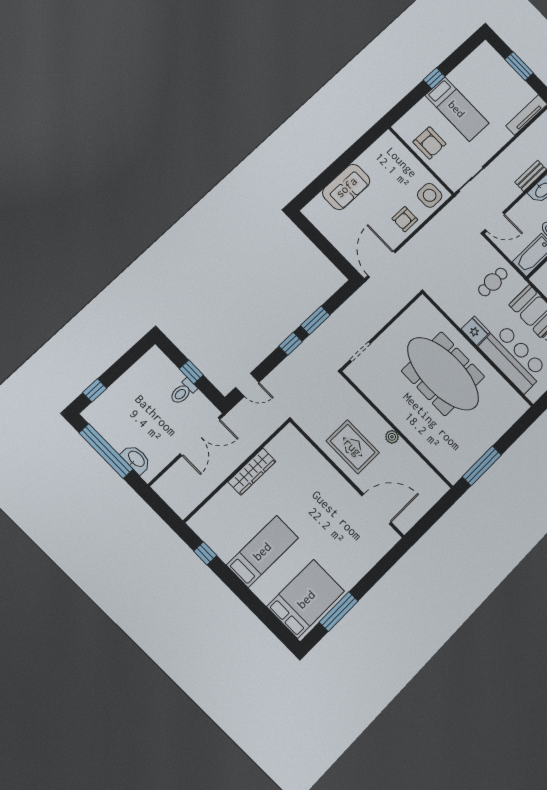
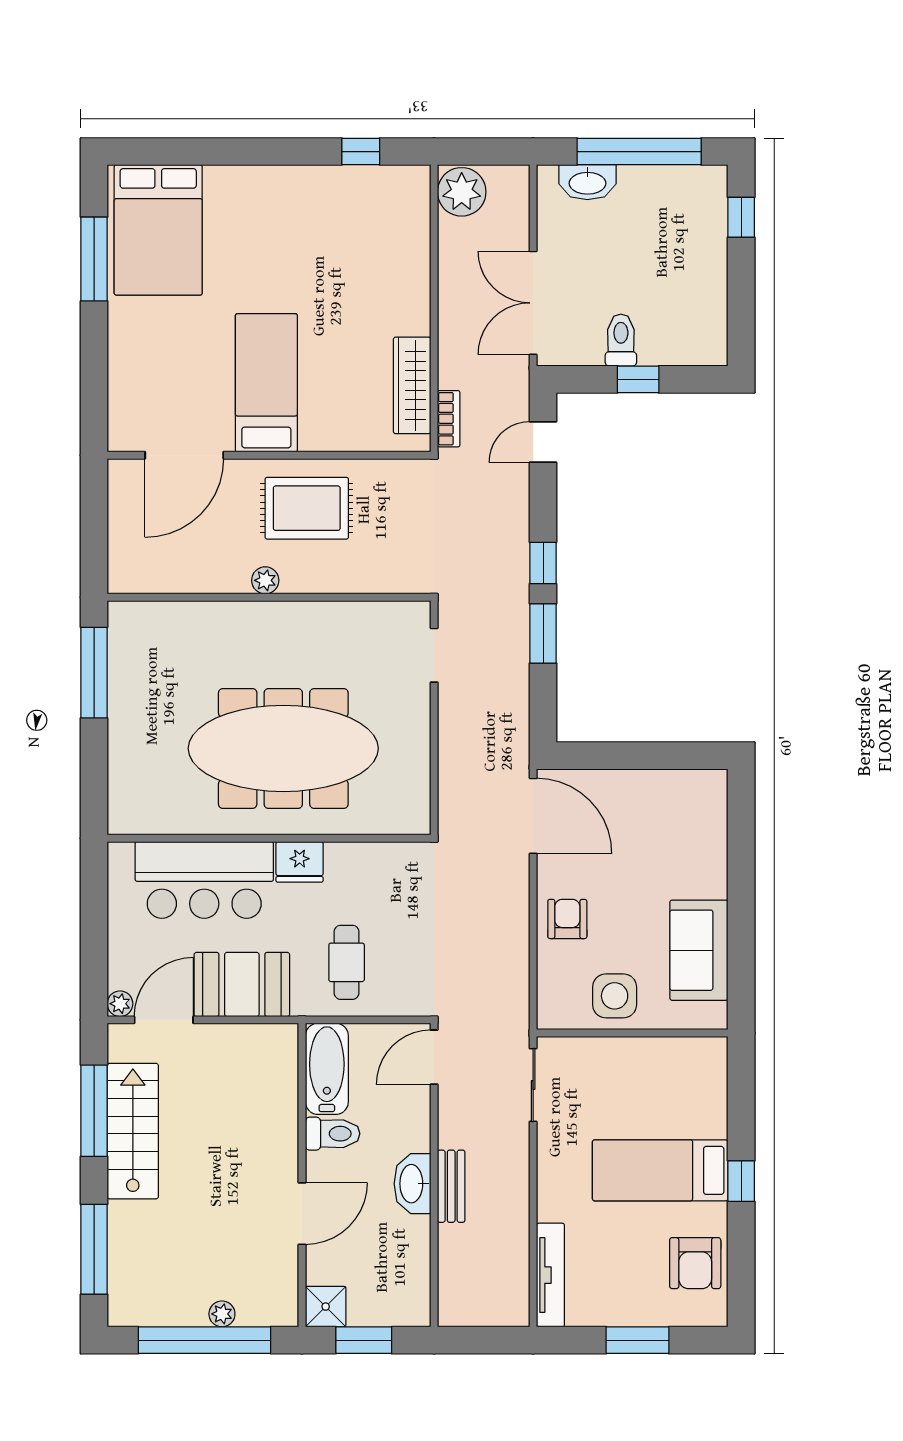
armchair: (429, 143) -> (695, 1263), moved, turned -90
sofa: (346, 187) -> (699, 950), moved
side table: (430, 195) -> (615, 996), moved
bookcase: (272, 427) -> (449, 419), added
wardrobe: (252, 472) -> (412, 385), moved
plant: (184, 502) -> (462, 192), added
bed: (262, 551) -> (266, 383), moved, turned 180

